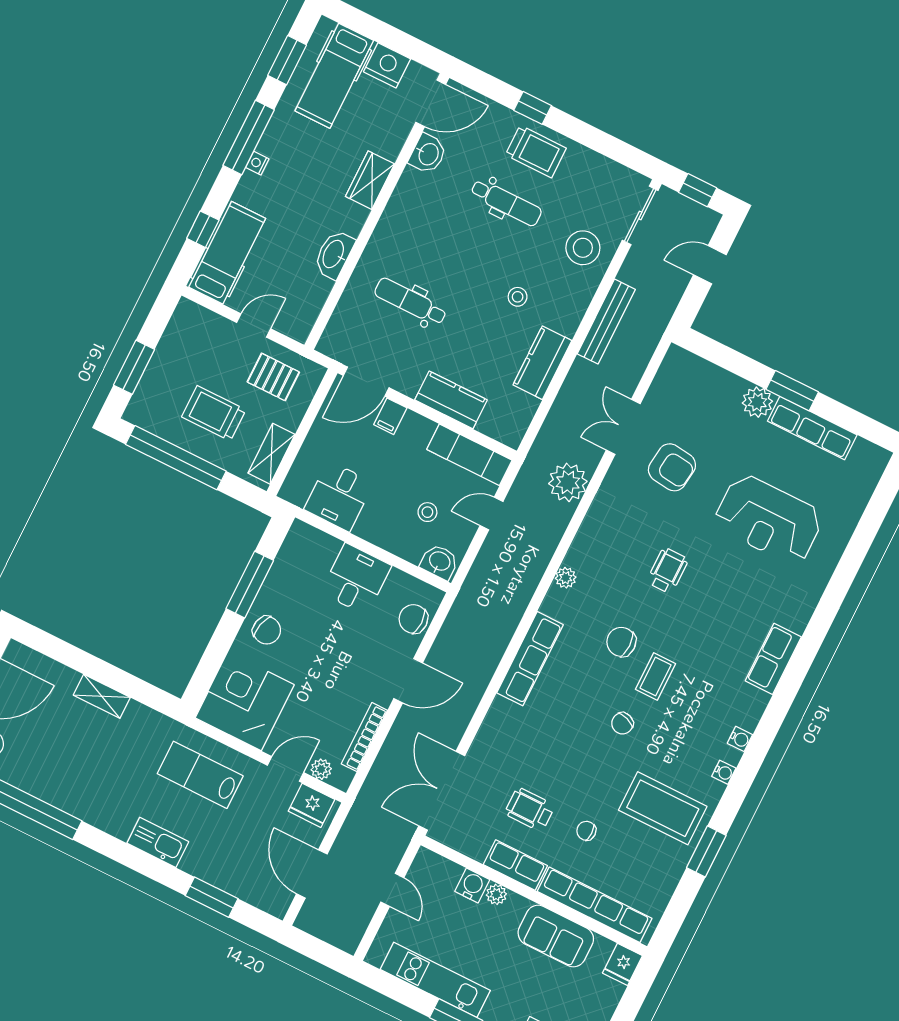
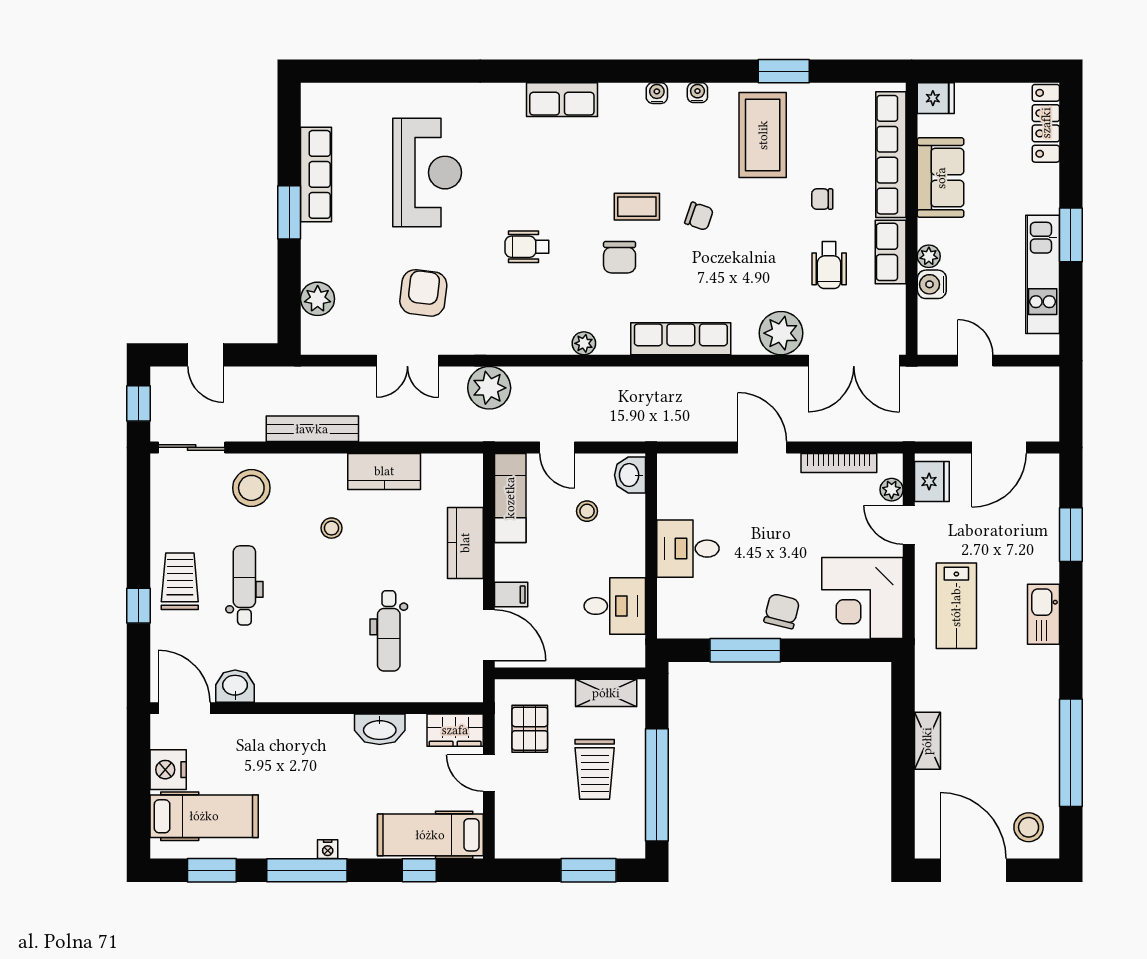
wardrobe: (370, 180) -> (455, 730), moved
plant: (757, 402) -> (318, 299), moved
chair: (413, 619) -> (699, 473), removed
plant: (494, 743) -> (781, 333), added
chair: (586, 831) -> (822, 199), turned 90
door: (392, 890) -> (975, 361), hinge flipped

